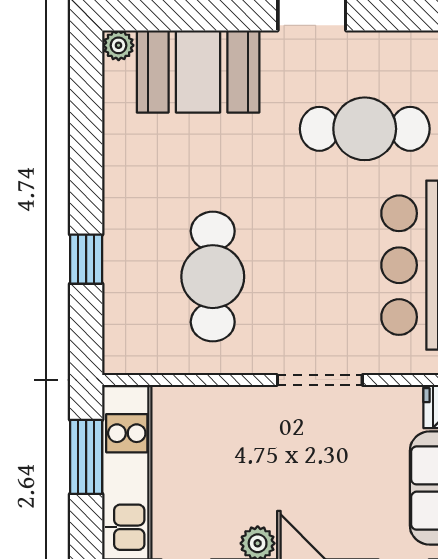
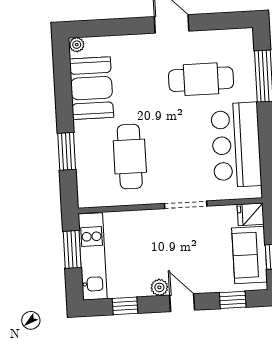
booth: (198, 71) -> (91, 88), moved, turned 90
window: (86, 259) -> (67, 151), width x1.50

